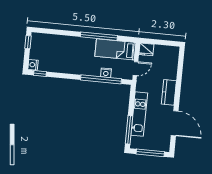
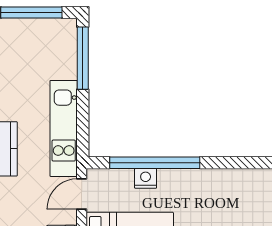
kitchen unit: (139, 114) -> (64, 128), moved

